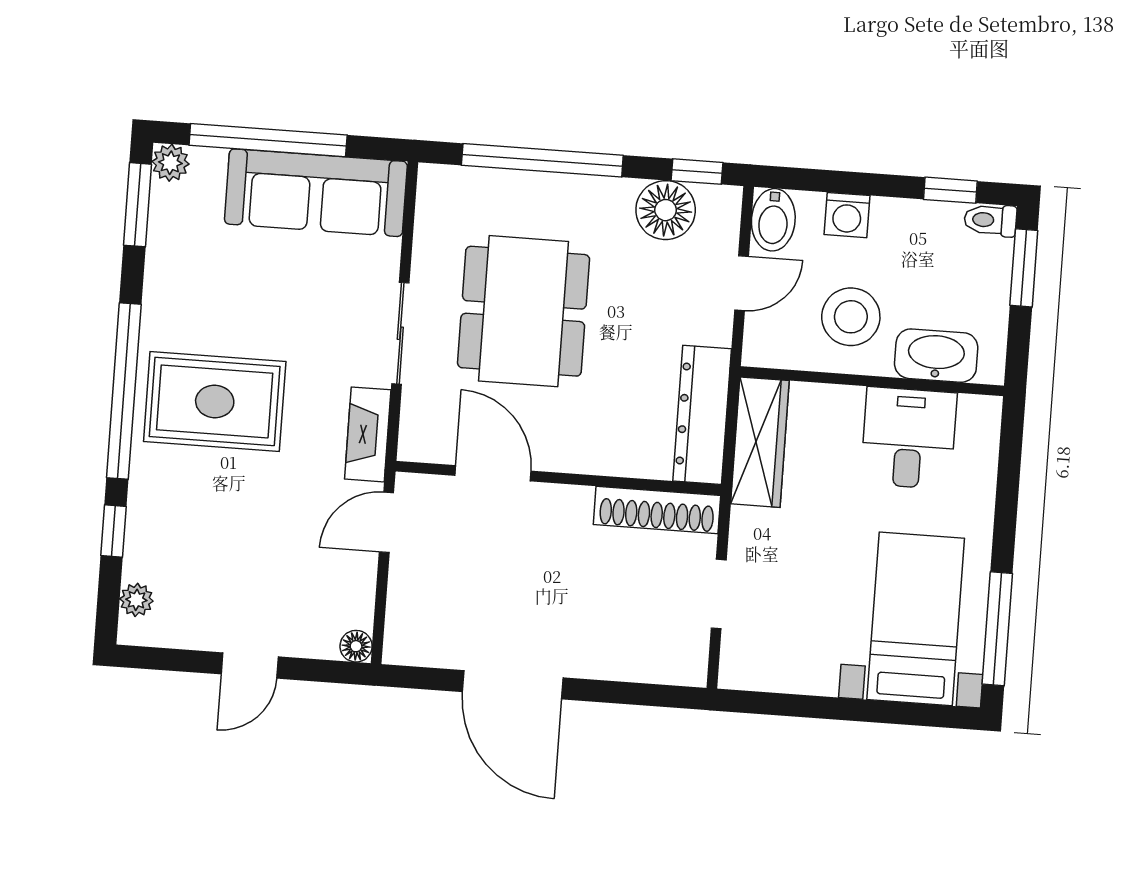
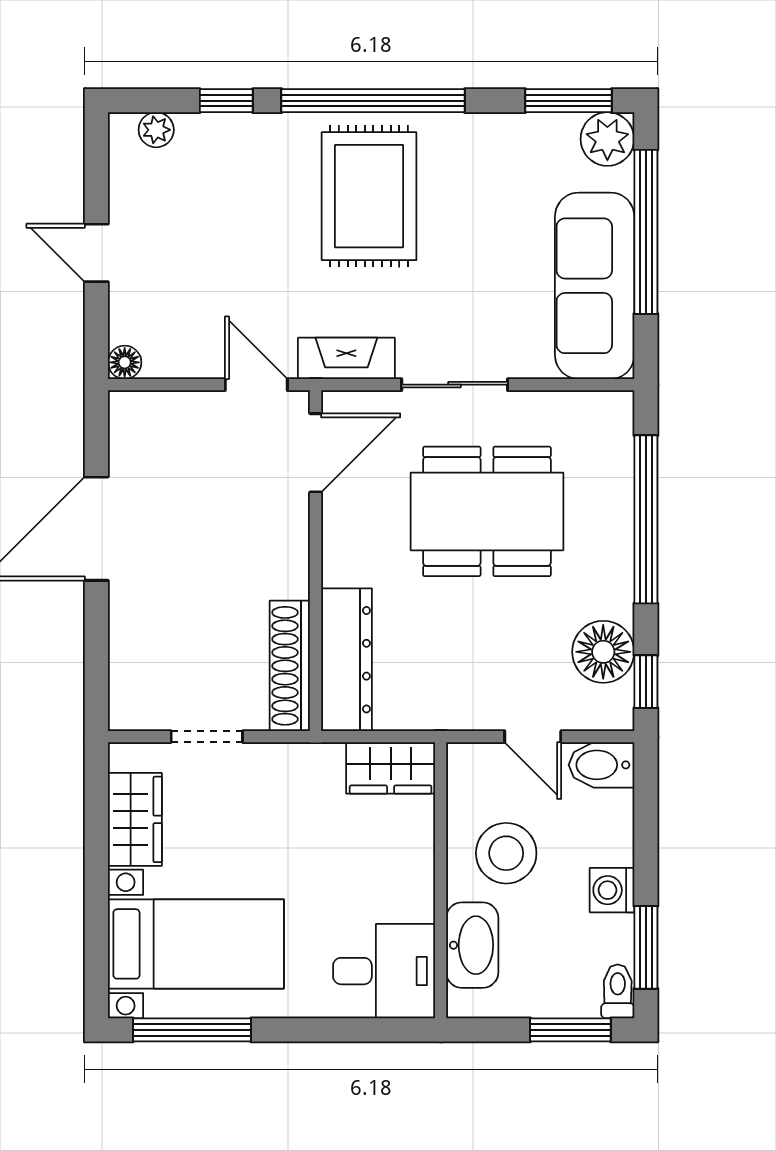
plant: (170, 163) -> (607, 139), width x1.38, depth x1.38
window: (950, 190) -> (646, 947), width x1.50
washing machine: (847, 215) -> (612, 890), moved
dresser: (702, 415) -> (347, 660), moved, turned 90
desk: (909, 438) -> (384, 971), moved
wardrobe: (760, 442) -> (391, 768), width x0.67
door: (493, 473) -> (316, 453), moved
wardrobe: (793, 668) -> (135, 819), added

